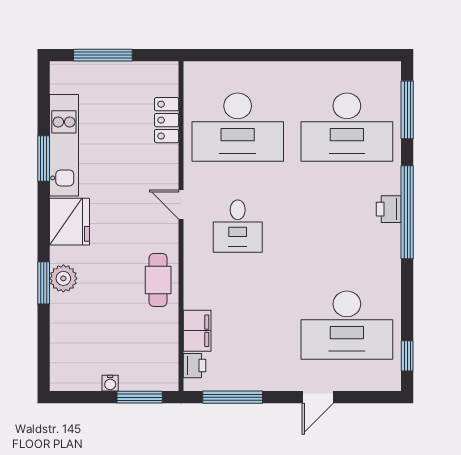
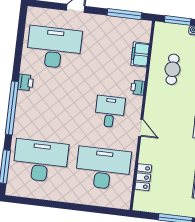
printer: (389, 209) -> (26, 82), moved
cafe table: (158, 280) -> (173, 69), moved
window: (407, 356) -> (22, 26), removed
printer: (195, 366) -> (138, 88), moved

